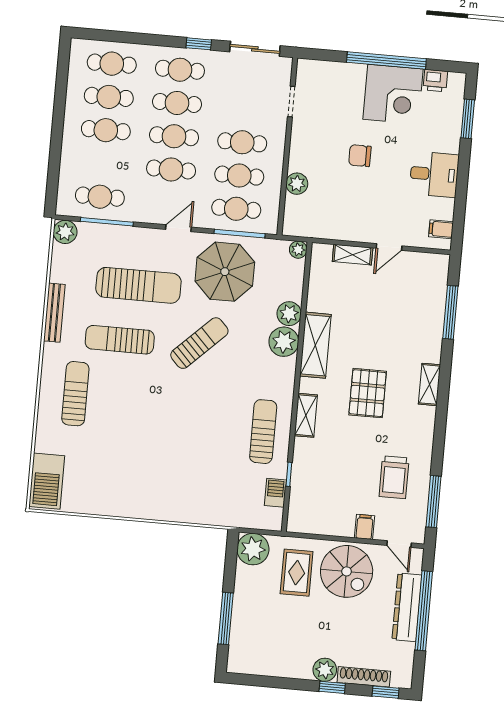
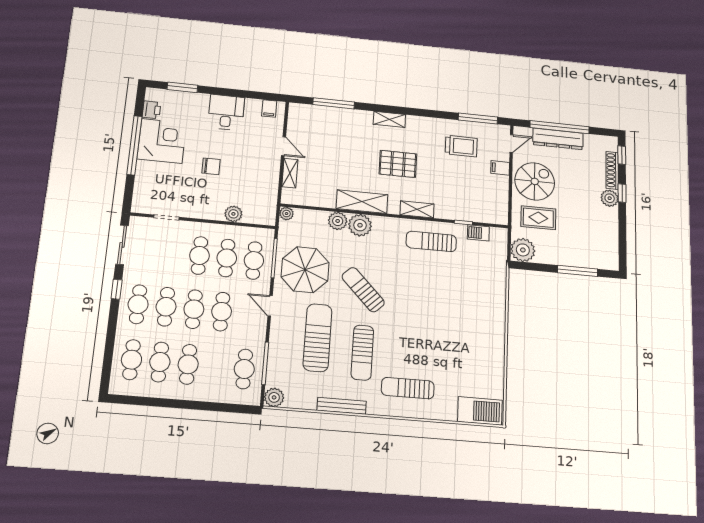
chair: (360, 156) -> (211, 166), turned -90

